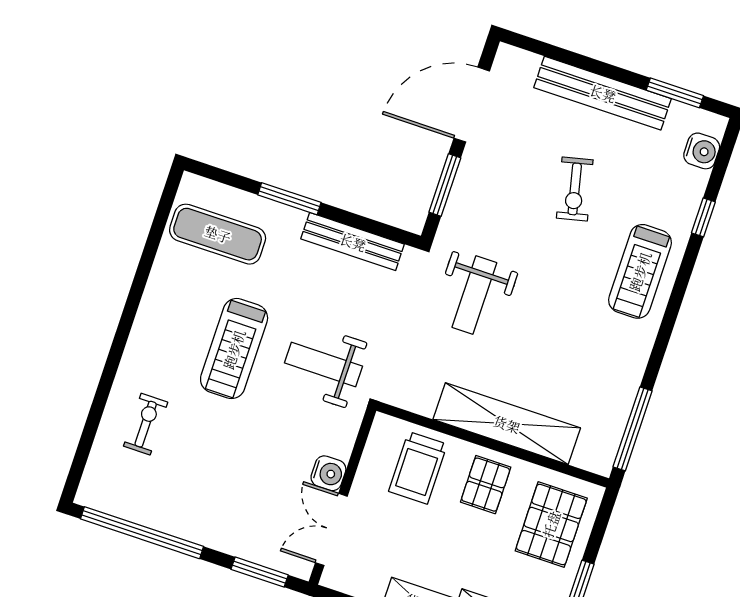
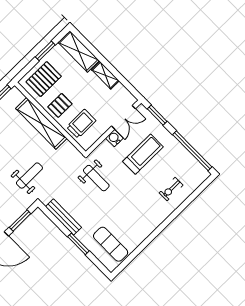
treadmill: (234, 349) -> (143, 154), moved

